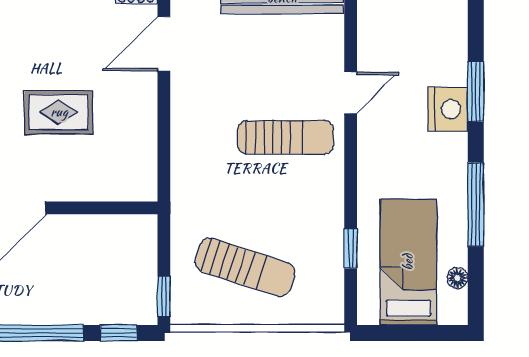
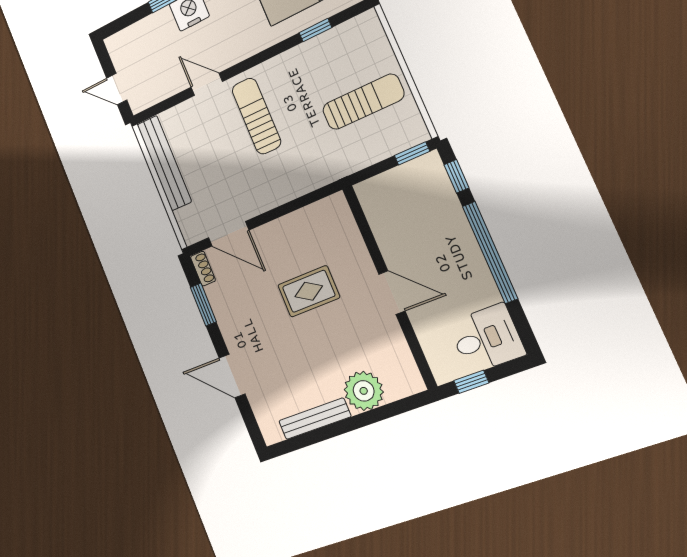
rug: (59, 112) -> (309, 291), turned 90
sun lounger: (245, 267) -> (363, 102), turned 72

